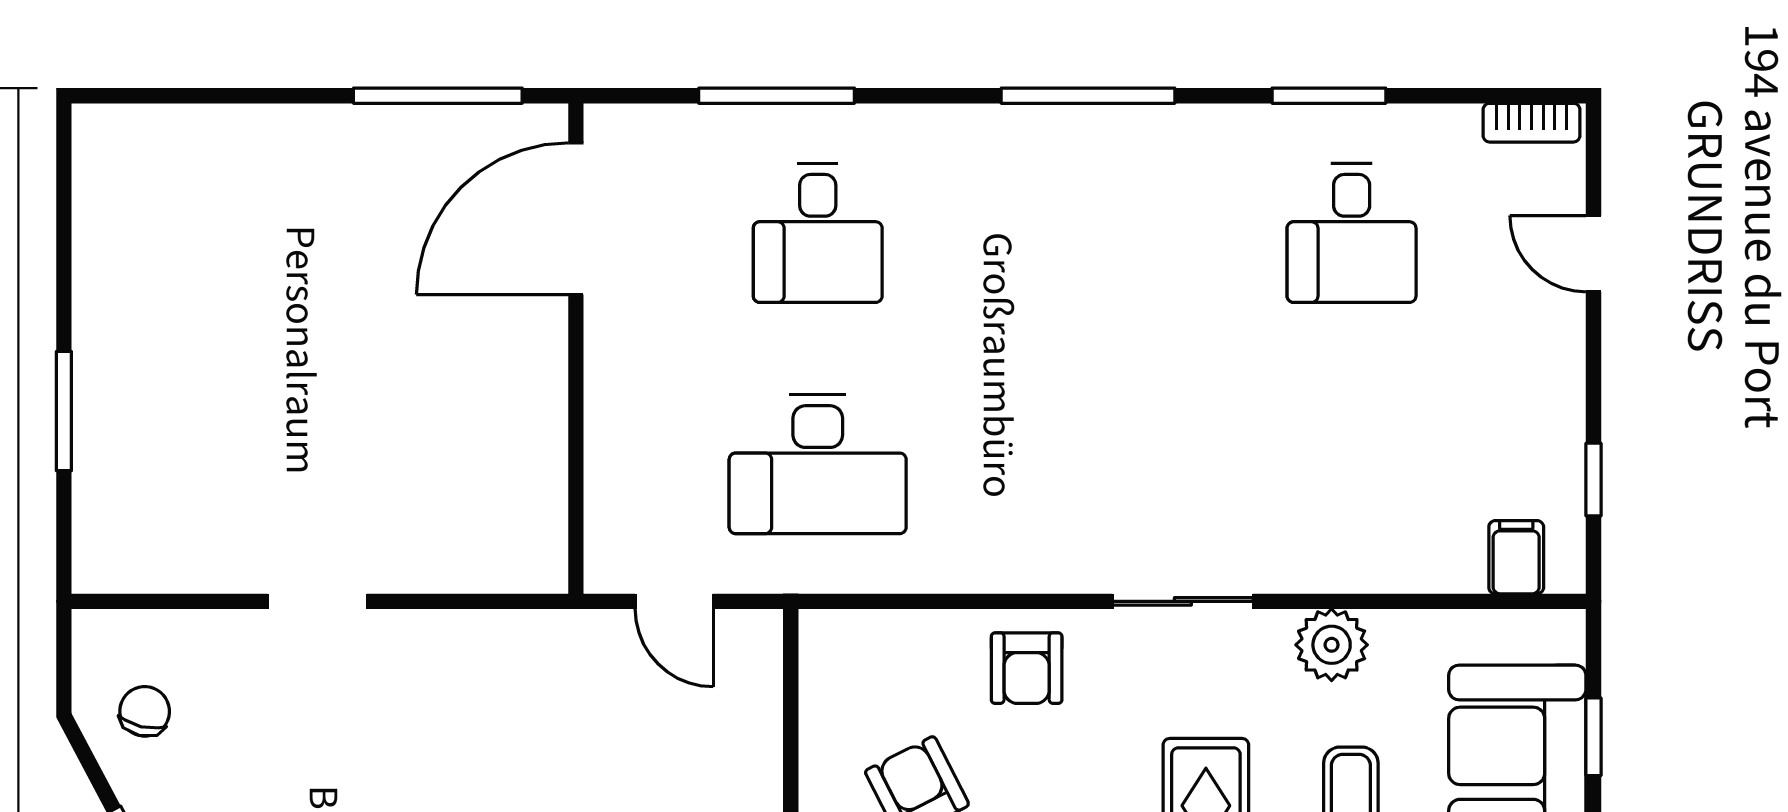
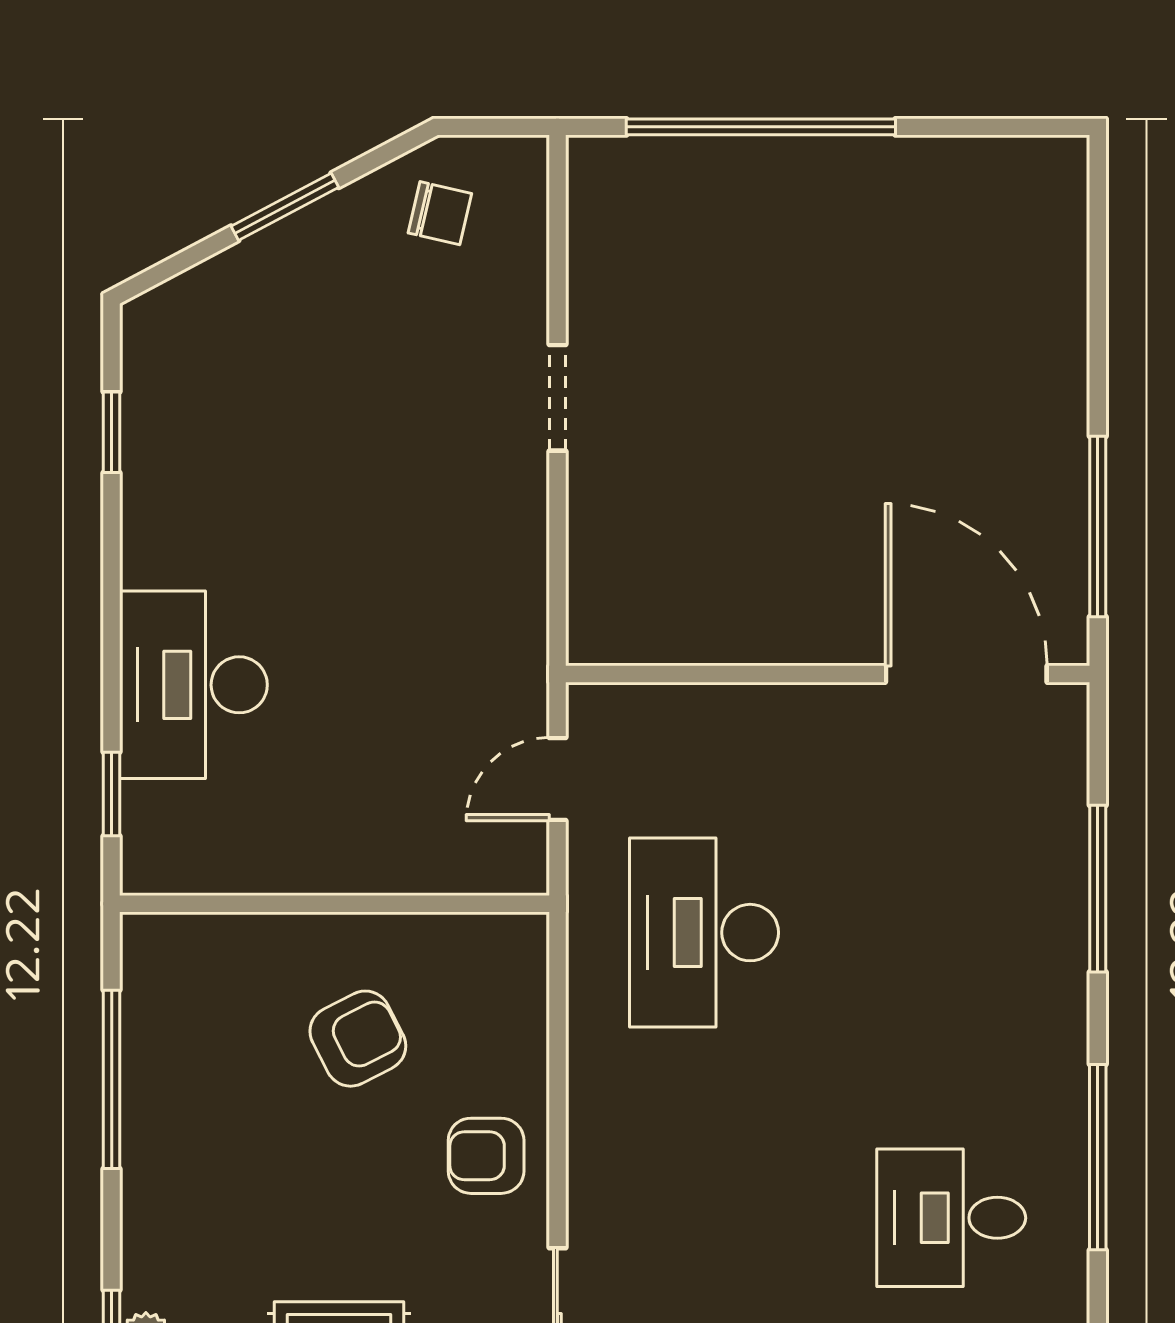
window: (1088, 96) -> (1098, 1157), moved
desk: (818, 233) -> (951, 1218), moved
window: (64, 411) -> (761, 127), width x2.11

